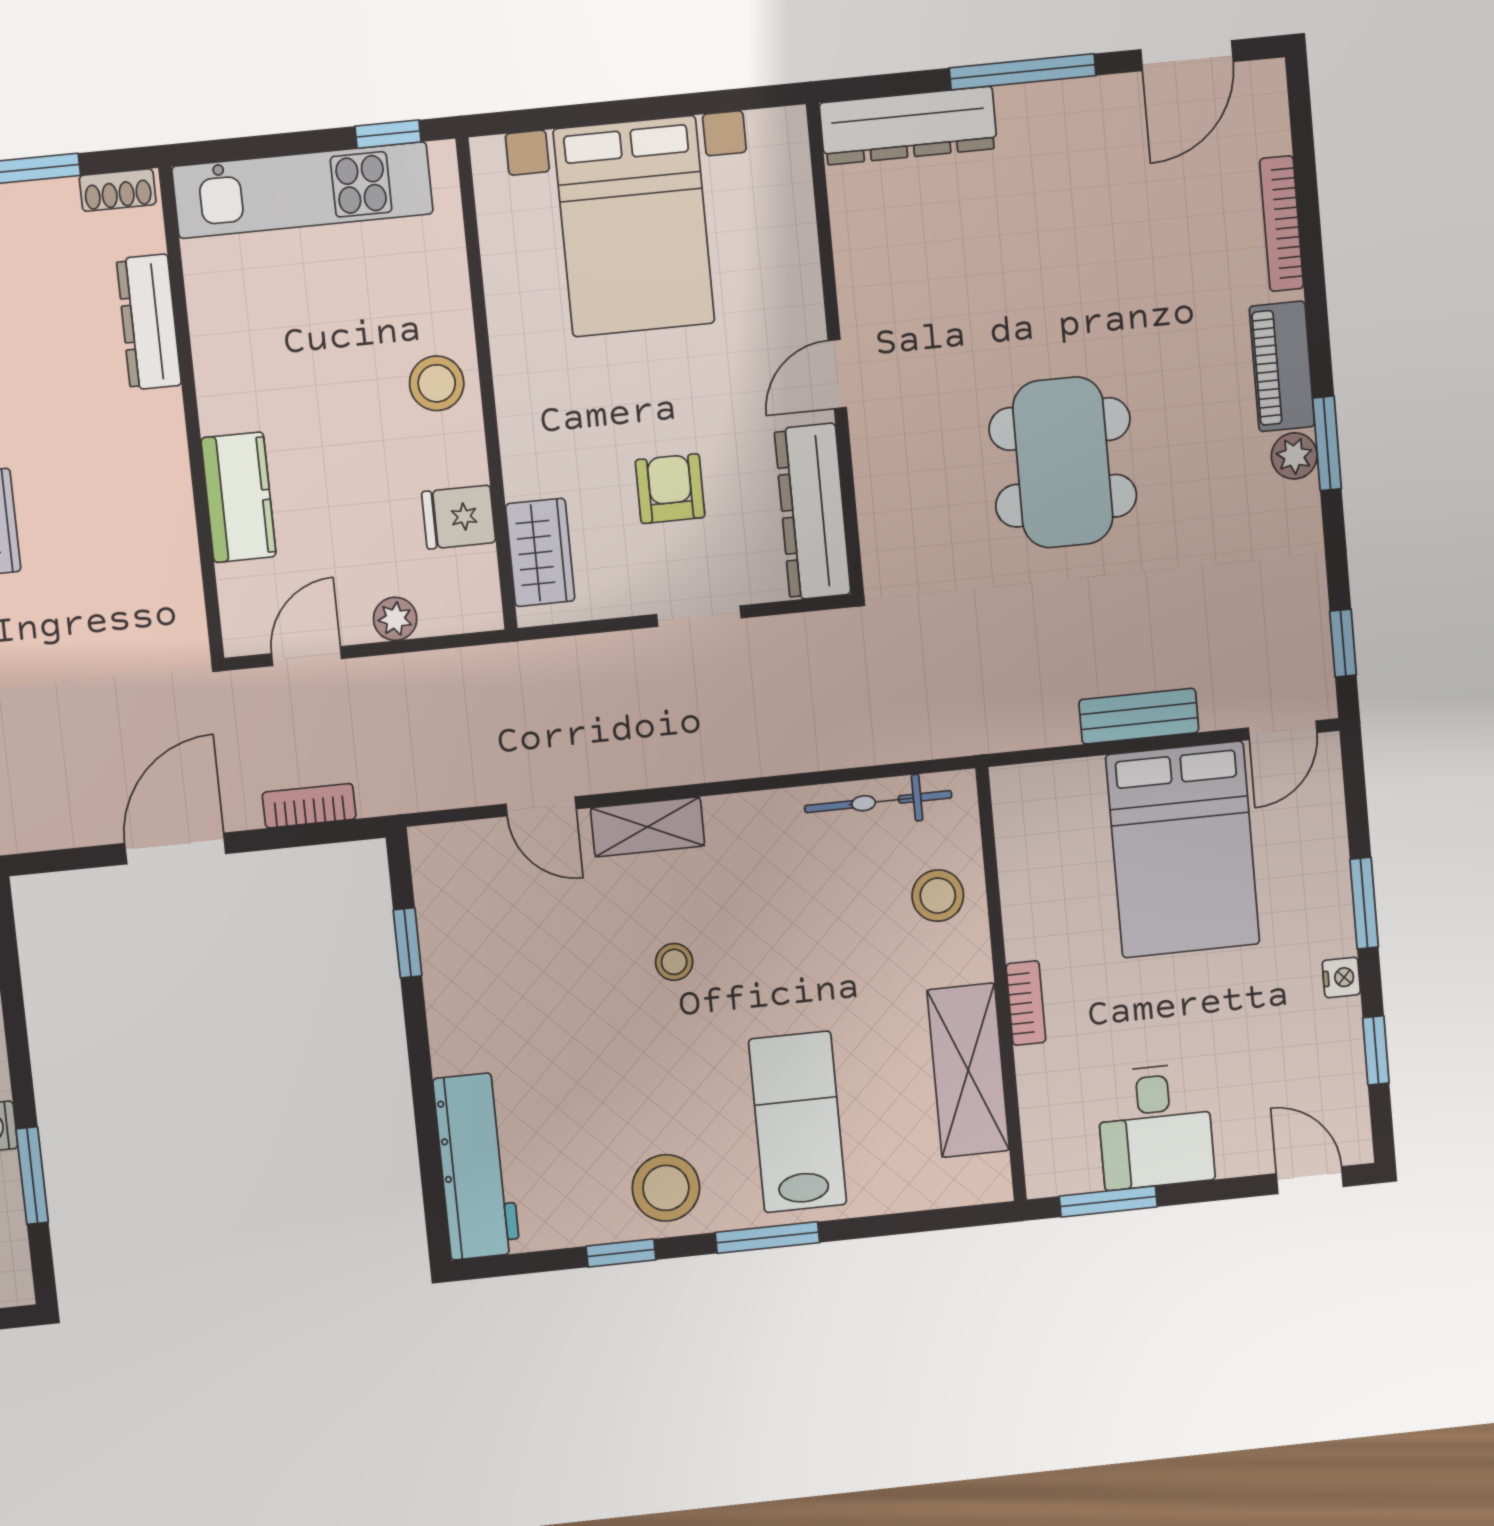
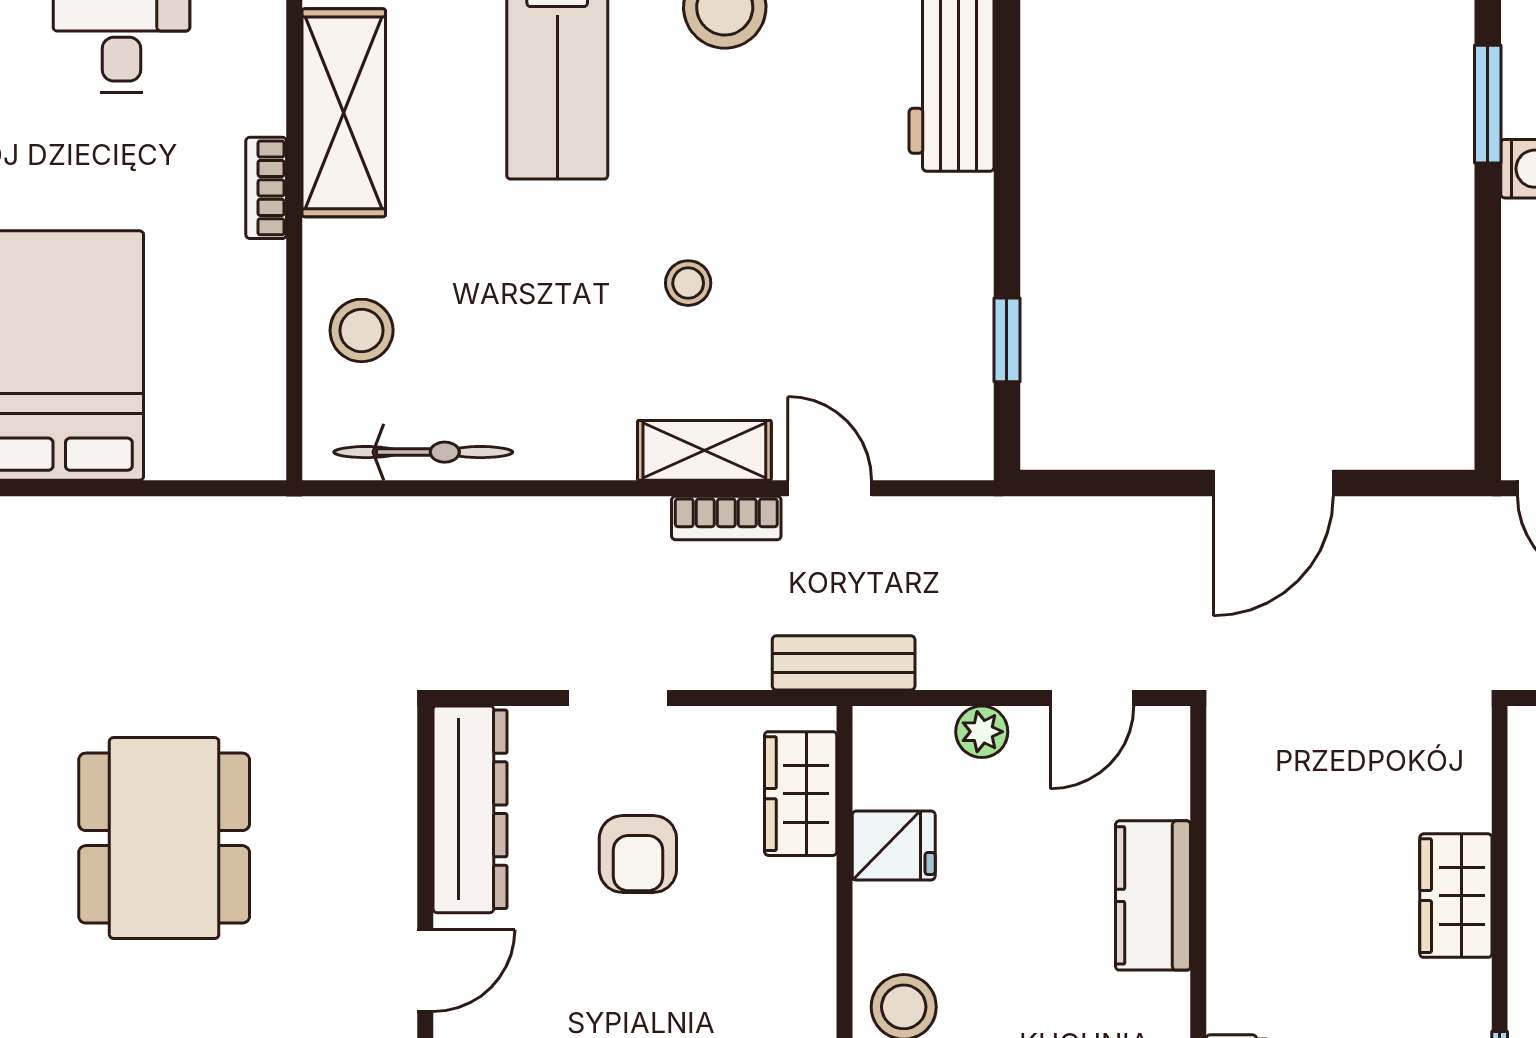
bench: (1139, 716) -> (844, 663), moved
bookcase: (309, 806) -> (726, 518), moved

